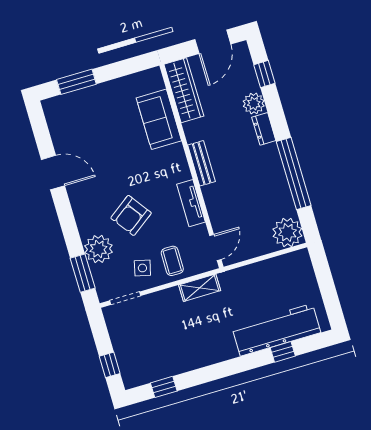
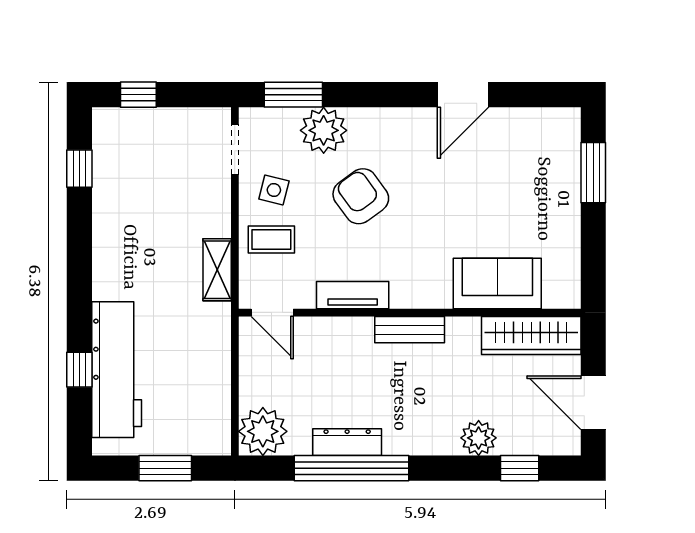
dresser: (264, 129) -> (347, 442), moved, width x1.44
window: (326, 284) -> (165, 468), added

